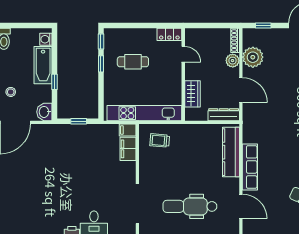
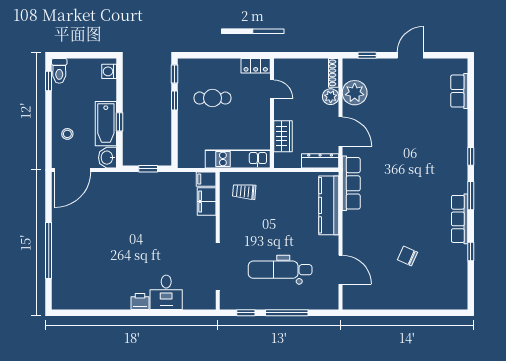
bathtub: (43, 65) -> (106, 124), moved
kitchen unit: (144, 113) -> (238, 159), width x0.73
row of seats: (250, 167) -> (351, 183), moved

